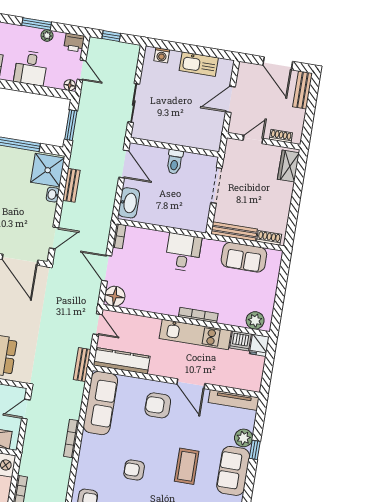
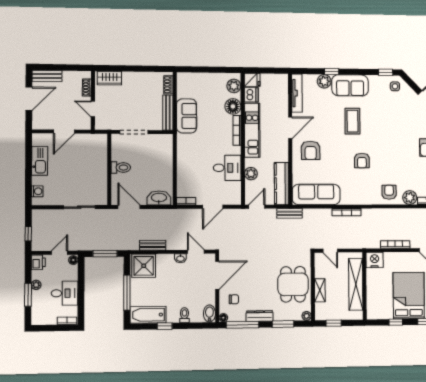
door: (230, 99) -> (64, 131), hinge flipped
door: (124, 164) -> (129, 207), hinge flipped
washbasin: (53, 195) -> (180, 258), moved
desk: (183, 252) -> (227, 168), moved, turned 180
sofa: (244, 257) -> (187, 116), moved
floor lamp: (115, 296) -> (233, 106), moved
plant: (141, 324) -> (251, 174), added
coffee table: (187, 466) -> (352, 121), turned 90

